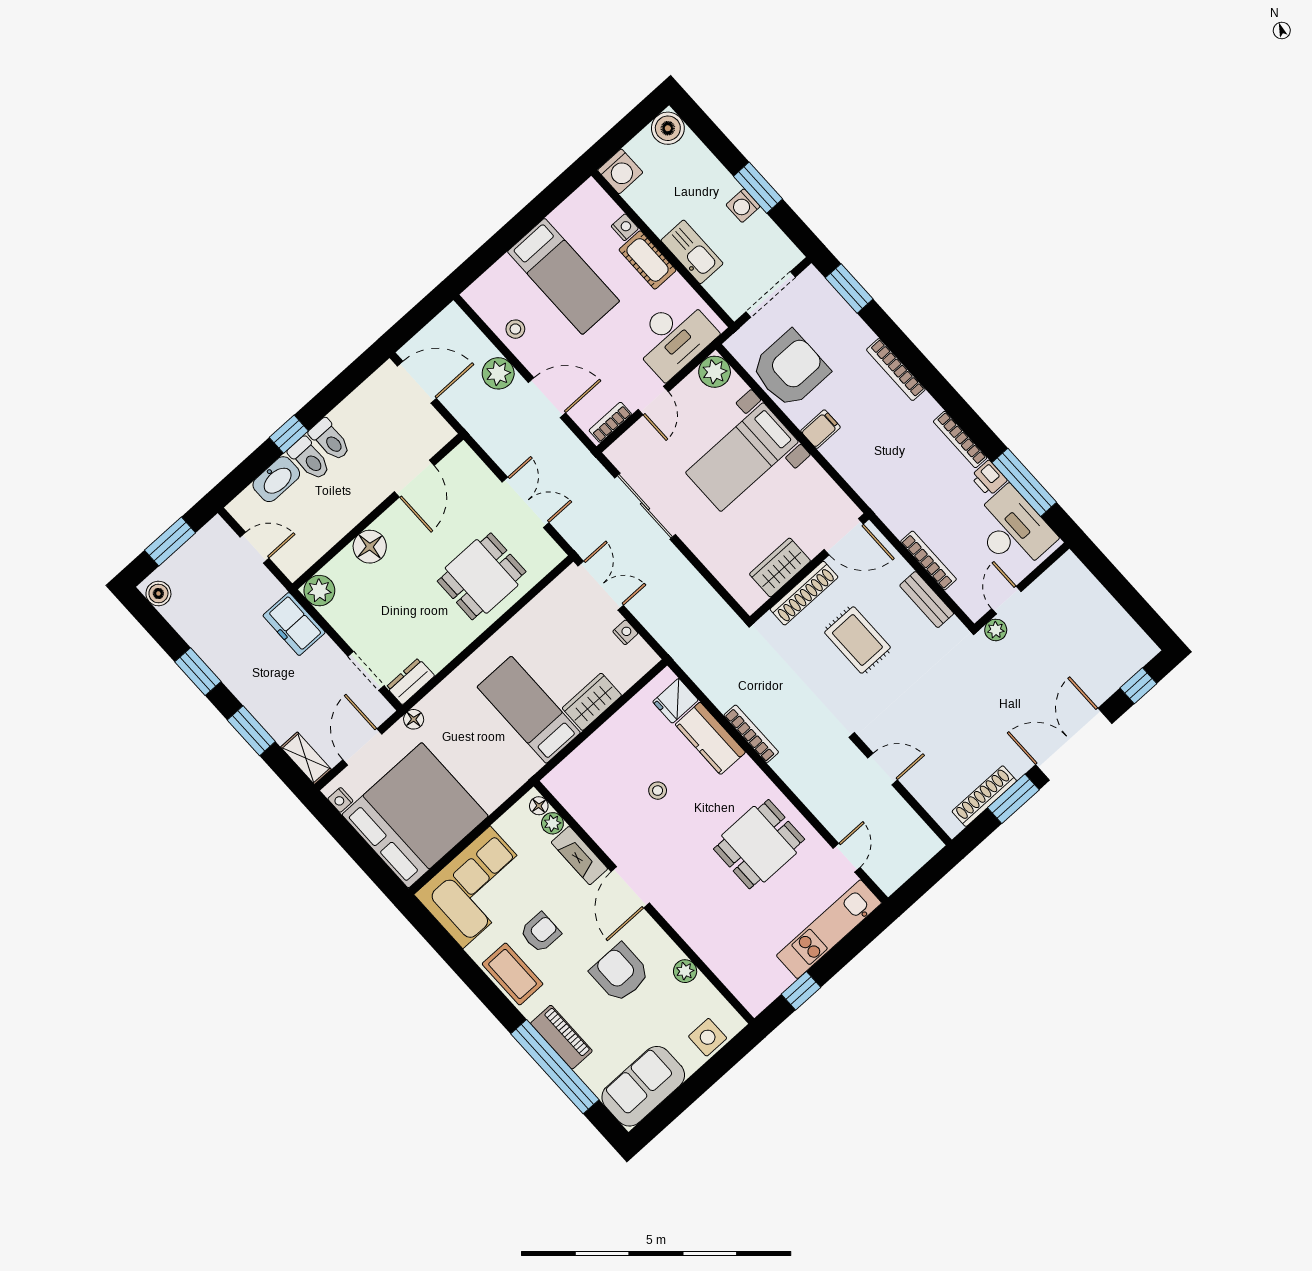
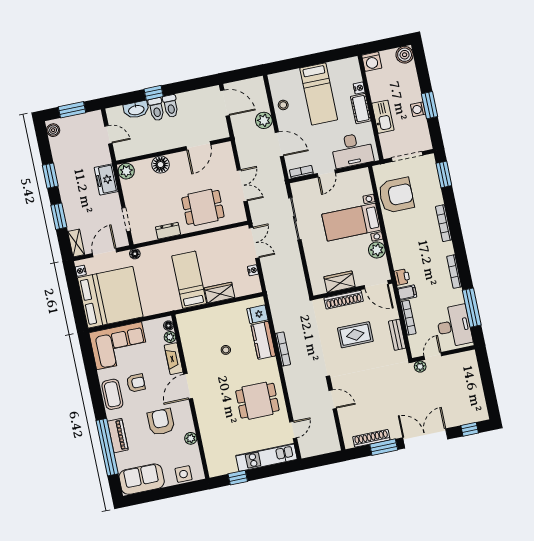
plant: (715, 372) -> (377, 250), moved
filing cabinet: (821, 429) -> (407, 293), moved
printer: (989, 478) -> (402, 277), moved, turned 180
rug: (857, 640) -> (355, 335), turned 90
dresser: (410, 681) -> (168, 231), moved

